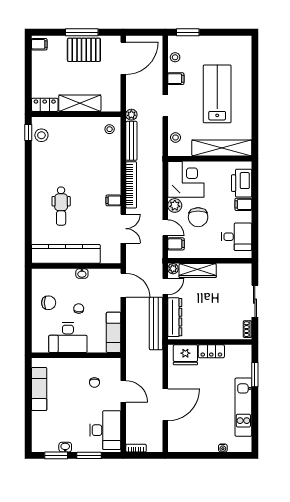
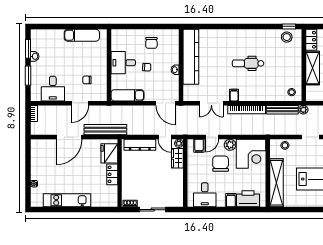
dental chair: (61, 206) -> (248, 63), moved
chair: (198, 217) -> (221, 164), turned 90
wardrobe: (198, 271) -> (177, 158), width x0.67
door: (123, 285) -> (166, 103), hinge flipped
bench: (156, 324) -> (105, 130), moved
desk: (68, 338) -> (123, 63), width x0.73
window: (255, 375) -> (93, 210), removed
door: (165, 405) -> (69, 137), hinge flipped
desk: (105, 430) -> (53, 89), width x0.73

